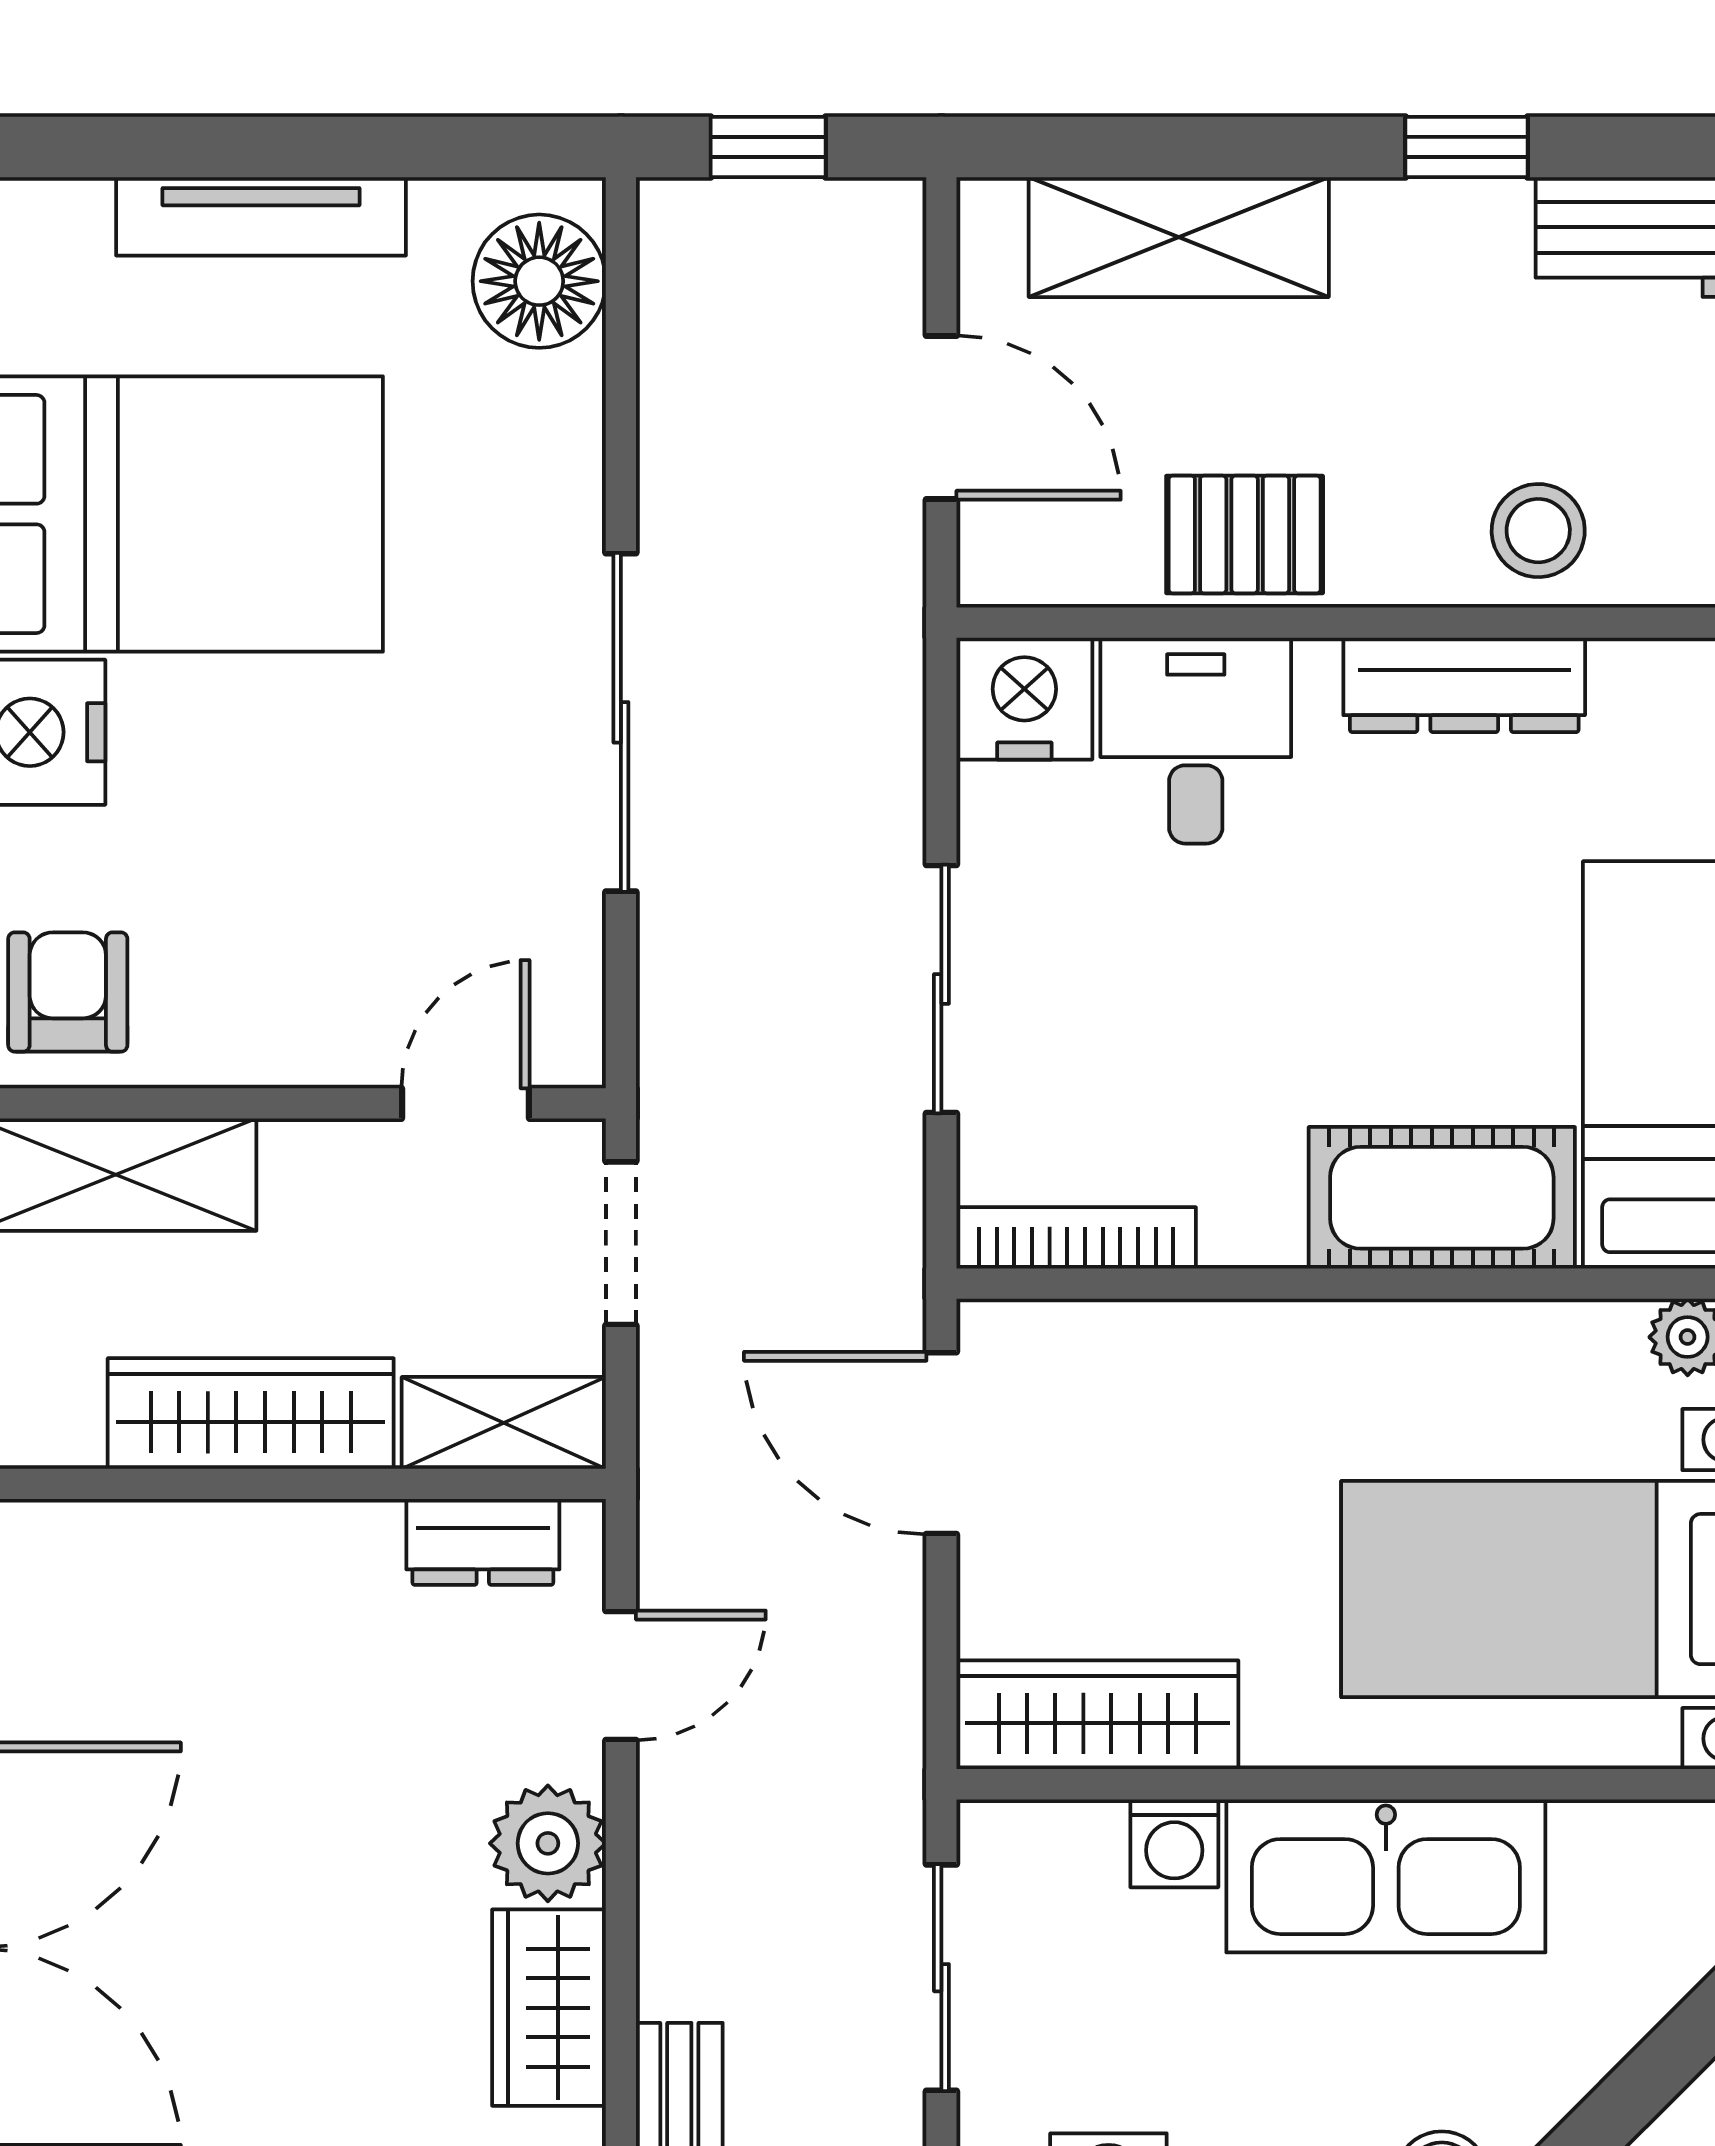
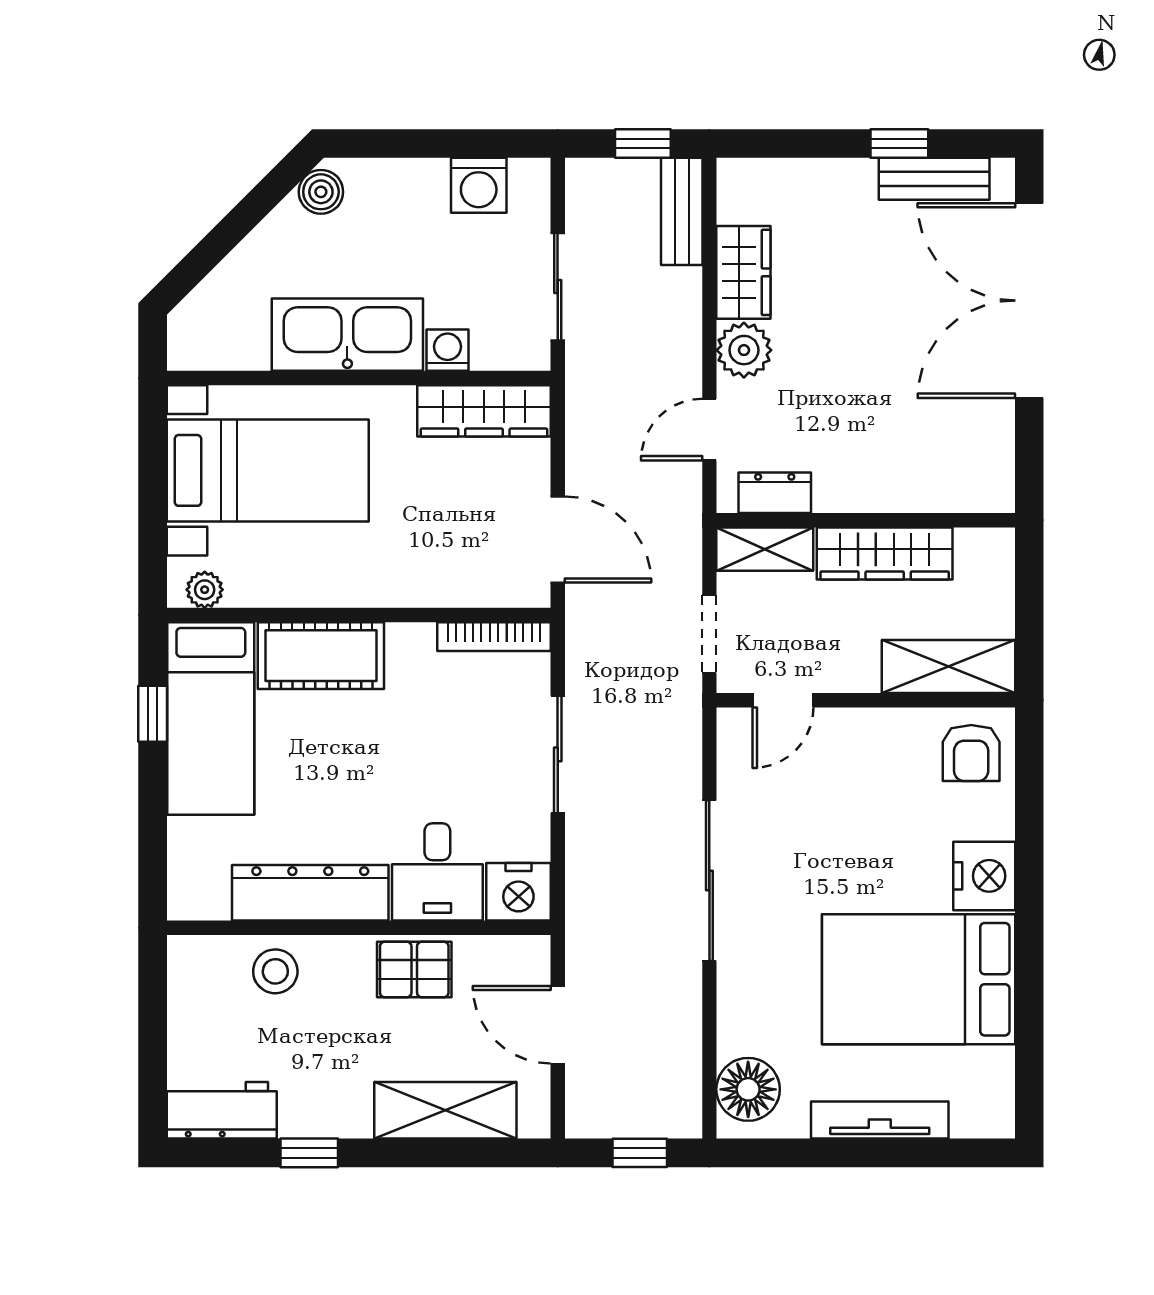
dresser: (1464, 685) -> (310, 893), width x1.37, depth x1.24

